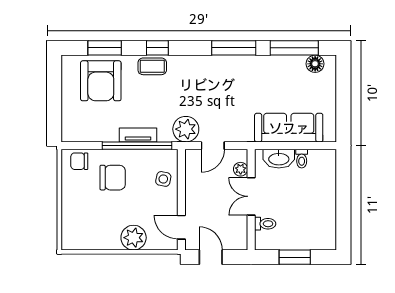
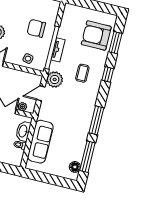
coffee table: (152, 66) -> (82, 73), moved
door: (213, 146) -> (41, 93), hinge flipped
chair: (79, 161) -> (51, 11), removed
chair: (113, 178) -> (36, 28), turned 90

